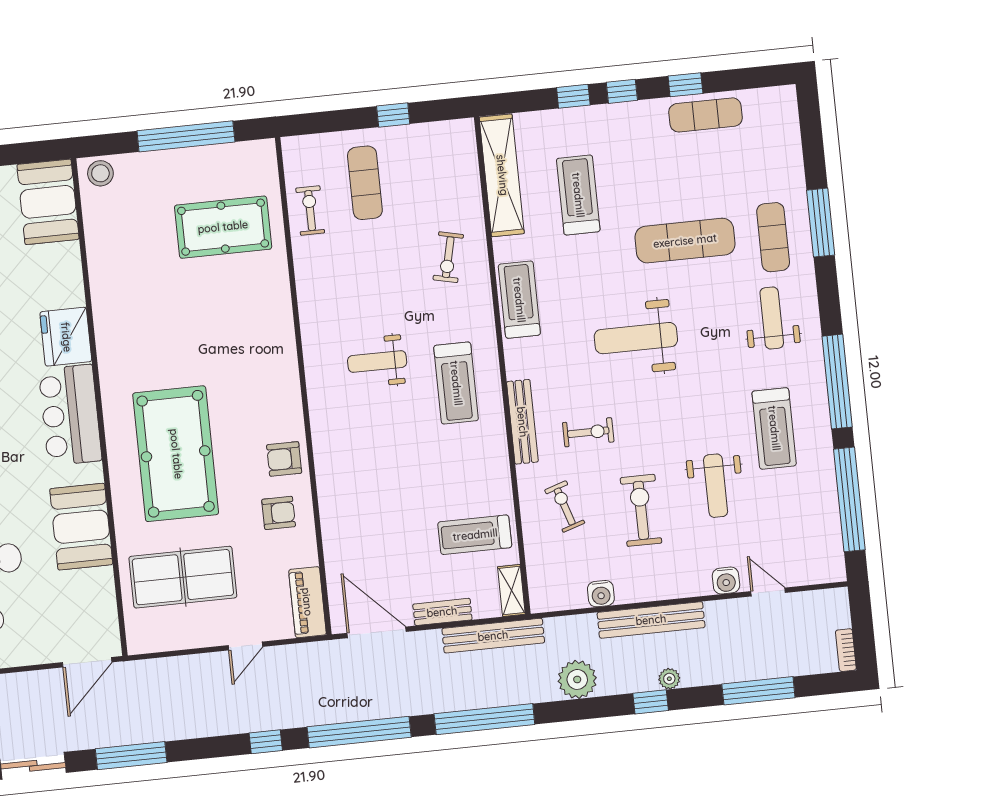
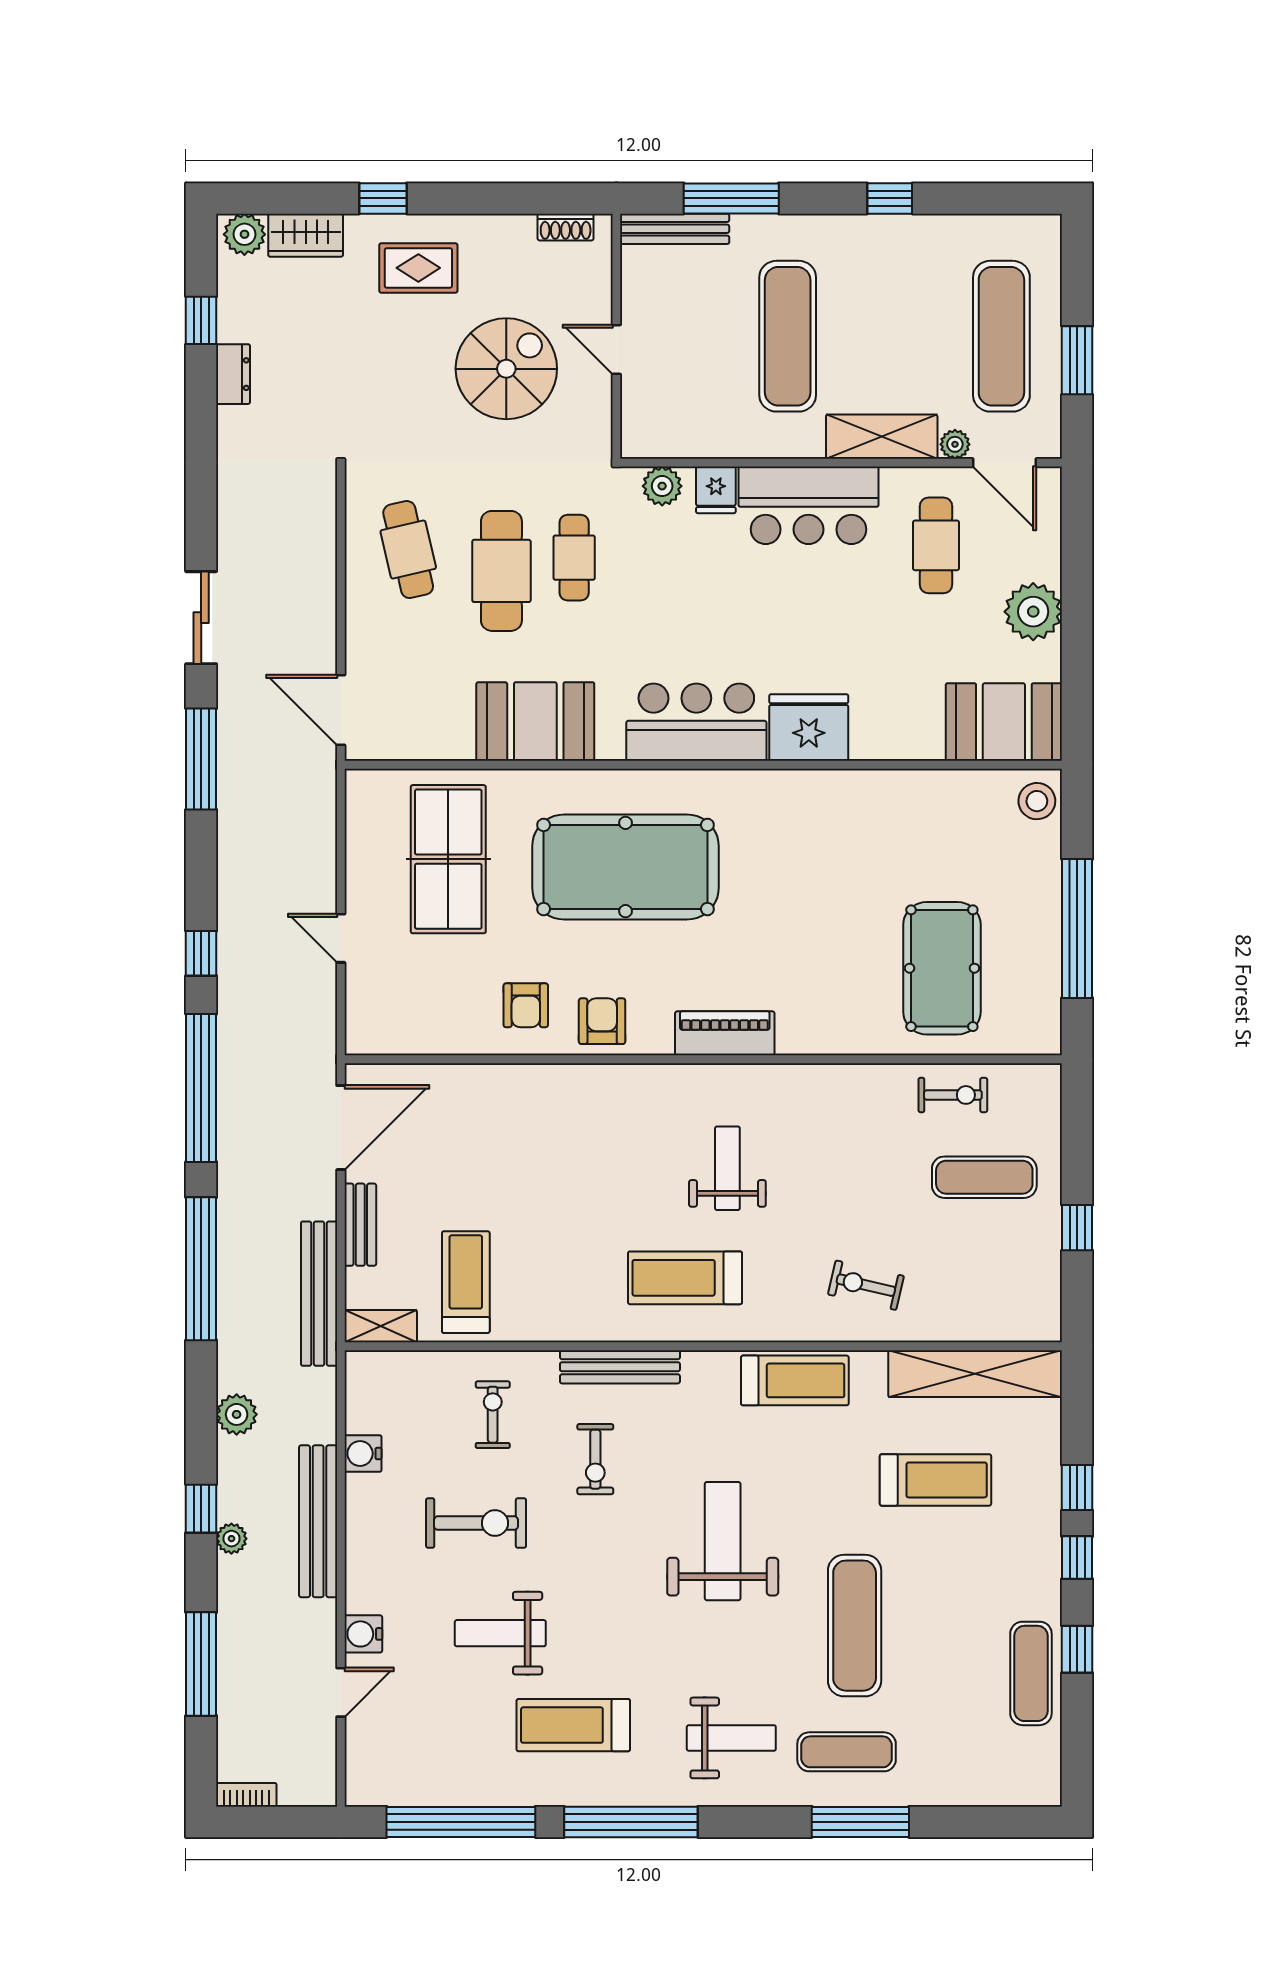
exercise bike: (565, 507) -> (493, 1415), turned -72
piano: (307, 602) -> (725, 1033), moved
plant: (577, 679) -> (237, 1414), width x0.73, depth x0.73

